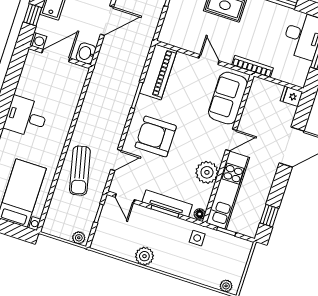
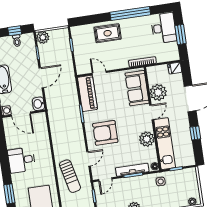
door: (56, 56) -> (21, 114), swing flipped
door: (209, 60) -> (99, 73), moved
plant: (253, 118) -> (158, 92), added
door: (125, 198) -> (105, 179), hinge flipped
window: (269, 216) -> (195, 133), moved

